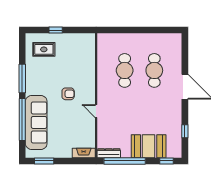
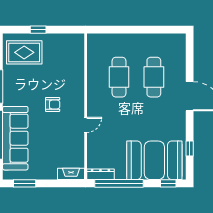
rug: (44, 49) -> (24, 52), width x1.36, depth x1.43
door: (96, 111) -> (86, 125), swing flipped
booth: (149, 146) -> (154, 160), width x1.36, depth x1.42

